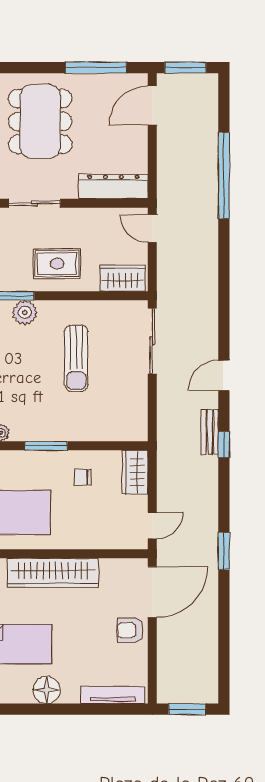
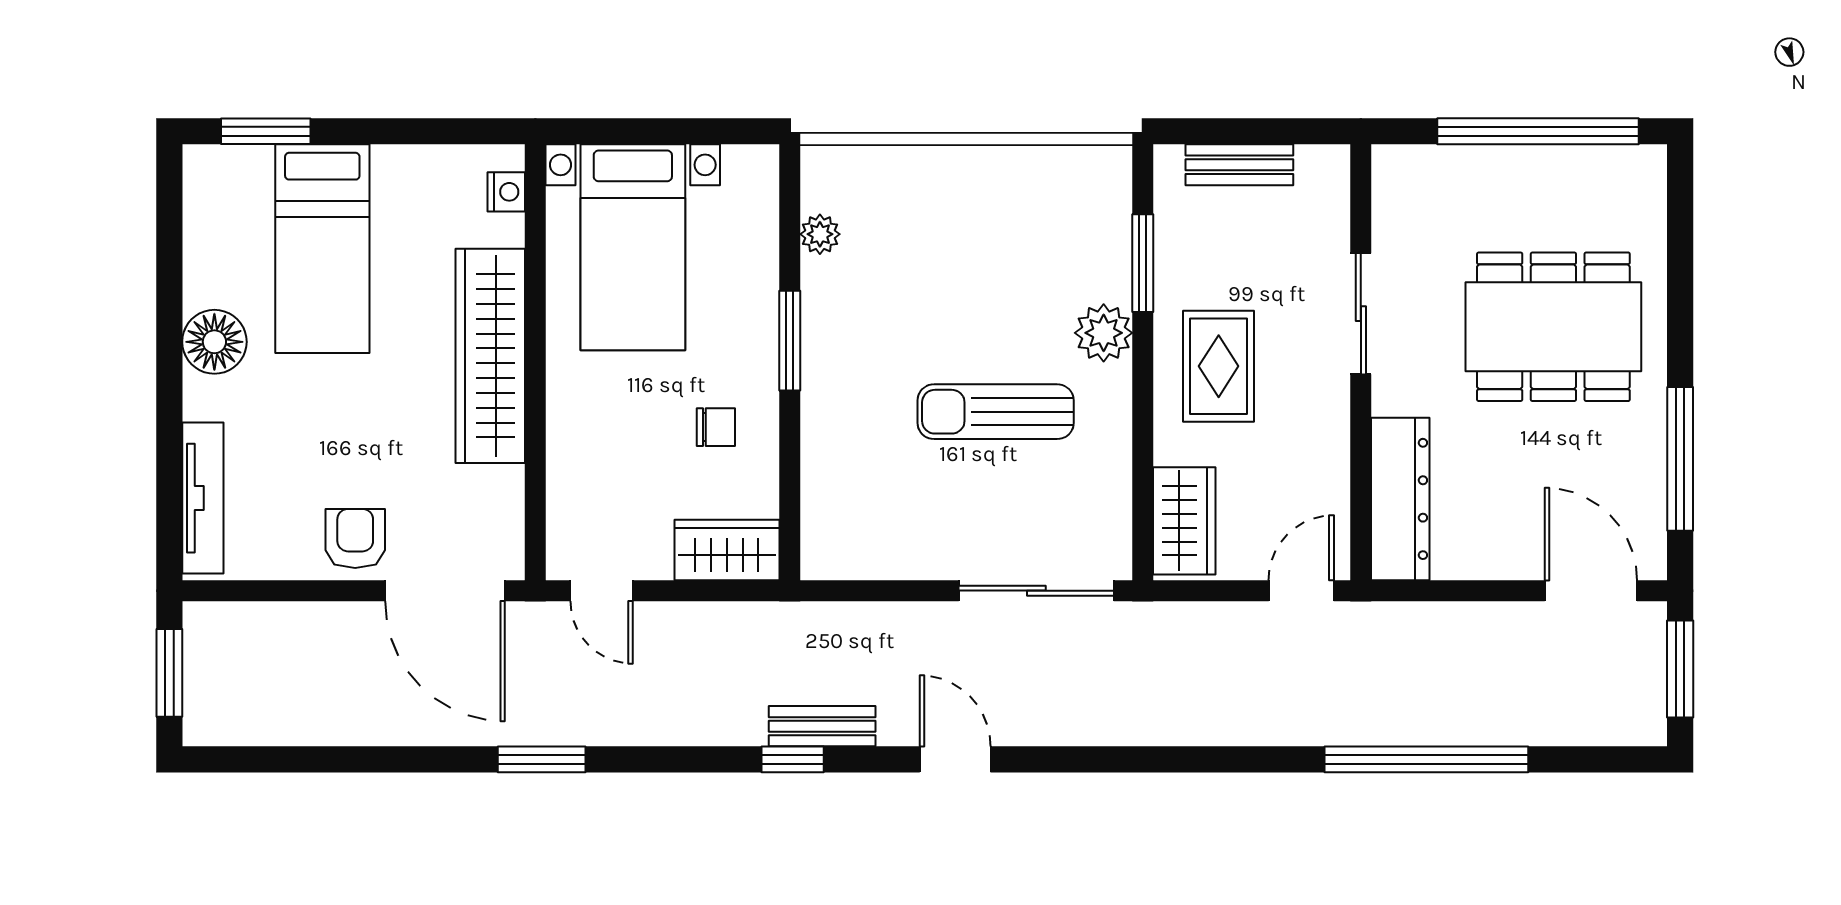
plant: (25, 312) -> (1104, 333), moved
chair: (83, 477) -> (716, 427), turned 90

